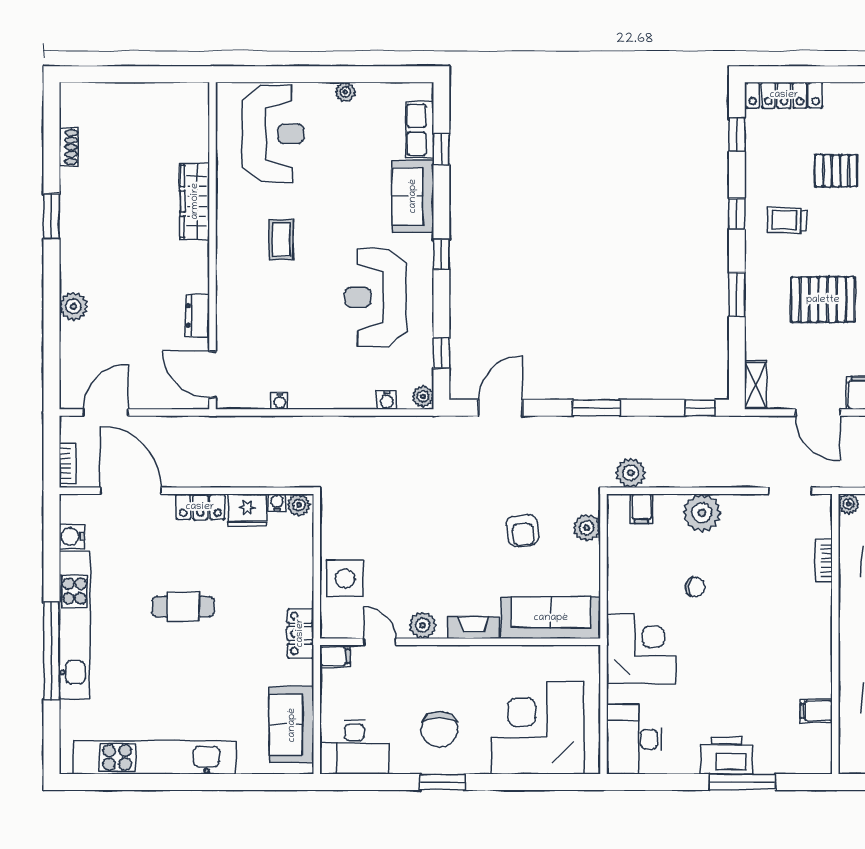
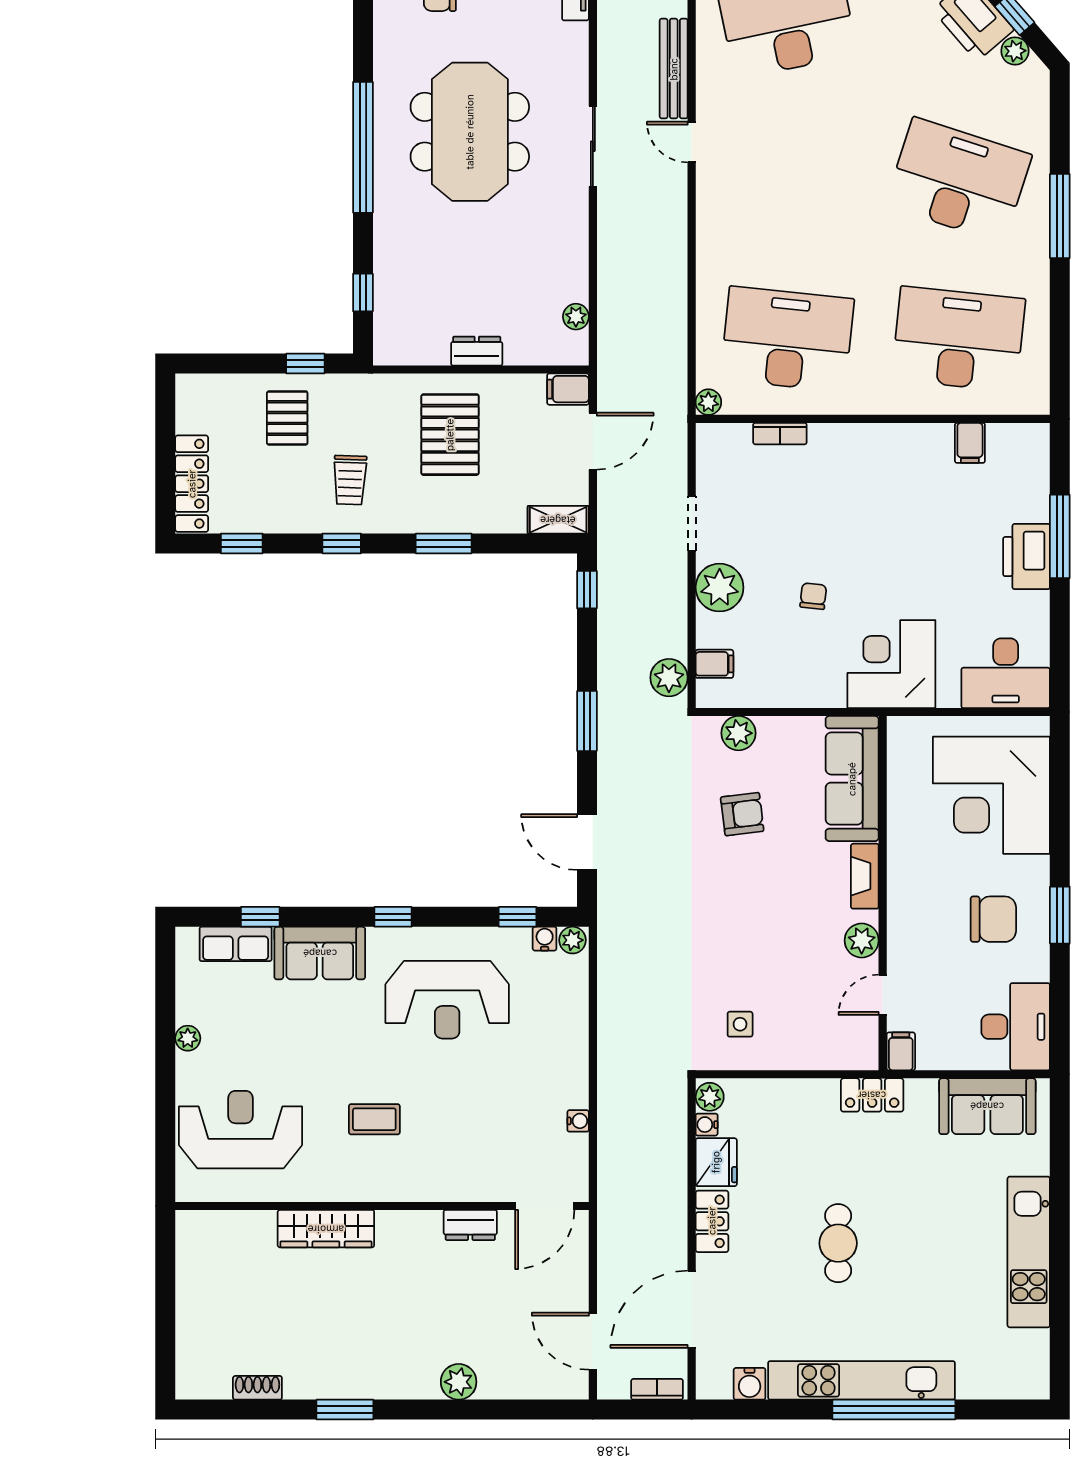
water cooler: (387, 400) -> (545, 939), moved, turned -90
doorway: (790, 491) -> (692, 523), moved
side table: (345, 579) -> (740, 1024), moved, width x0.54, depth x0.54
kitchen unit: (154, 757) -> (1029, 1252), width x0.73

